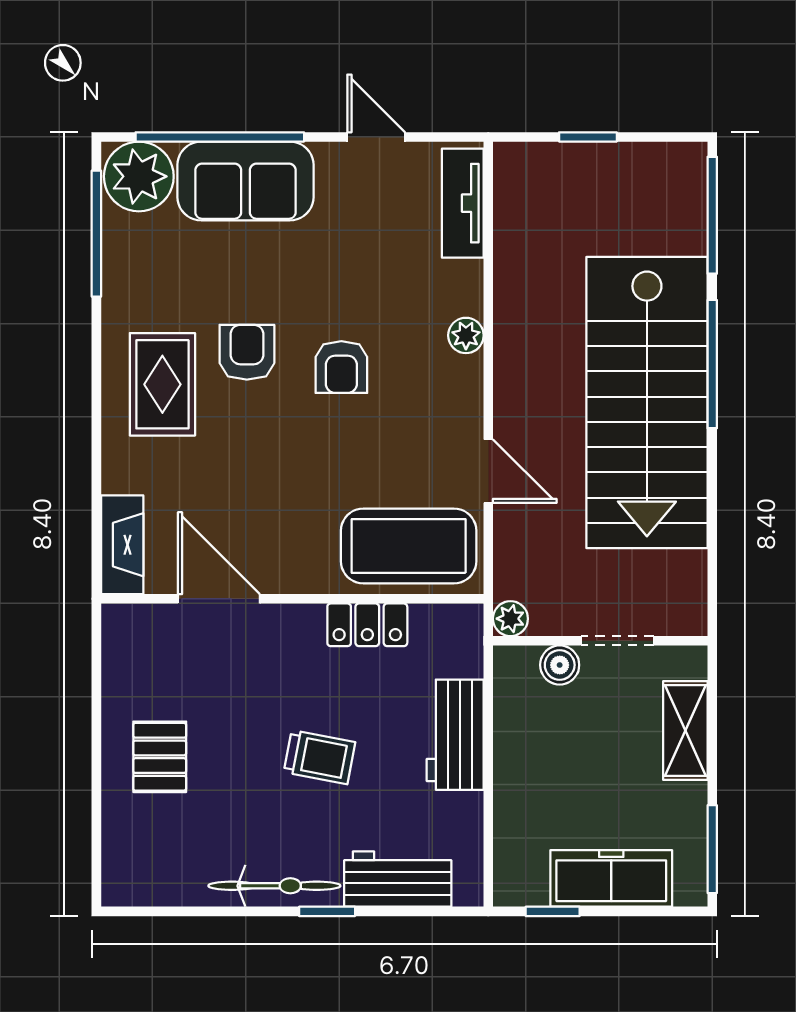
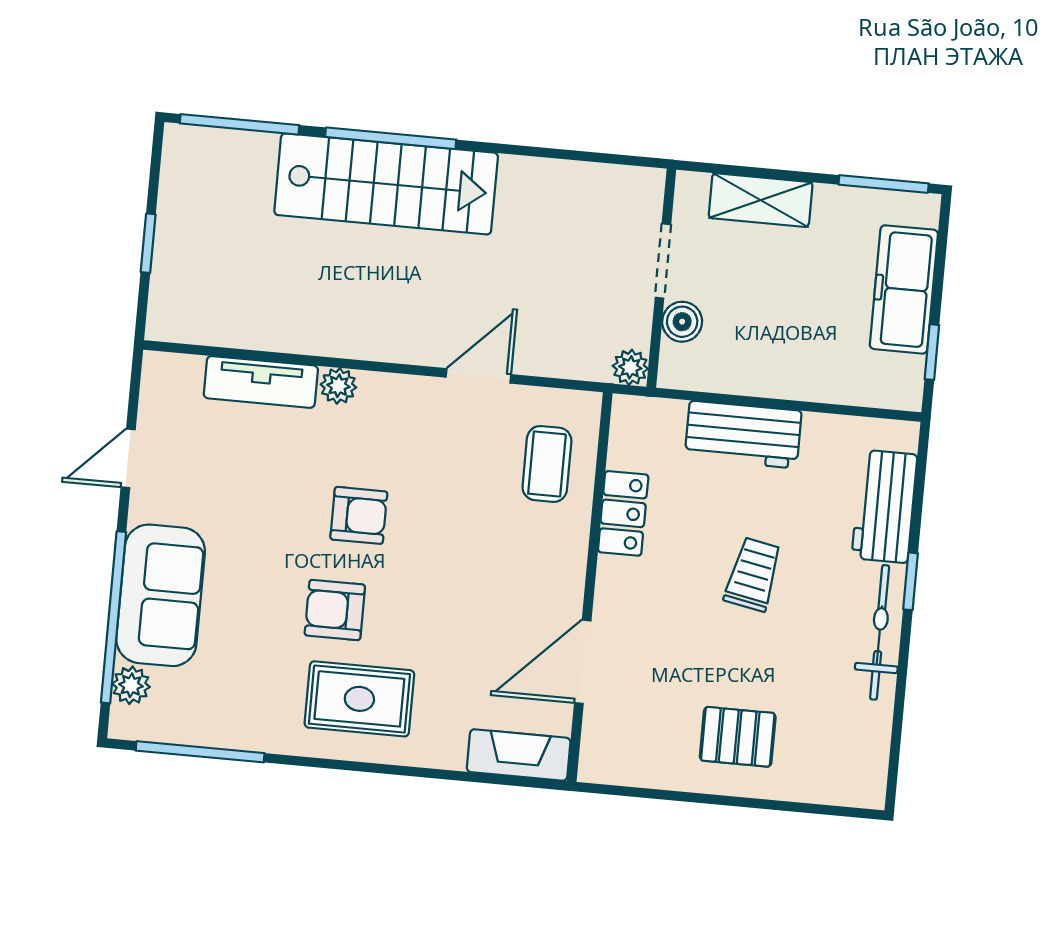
plant: (139, 176) -> (131, 685), width x0.53, depth x0.53
tv unit: (463, 203) -> (261, 382), moved
stairs: (647, 403) -> (386, 184), width x0.73, depth x0.66
coffee table: (409, 546) -> (547, 464), width x0.54, depth x0.58

